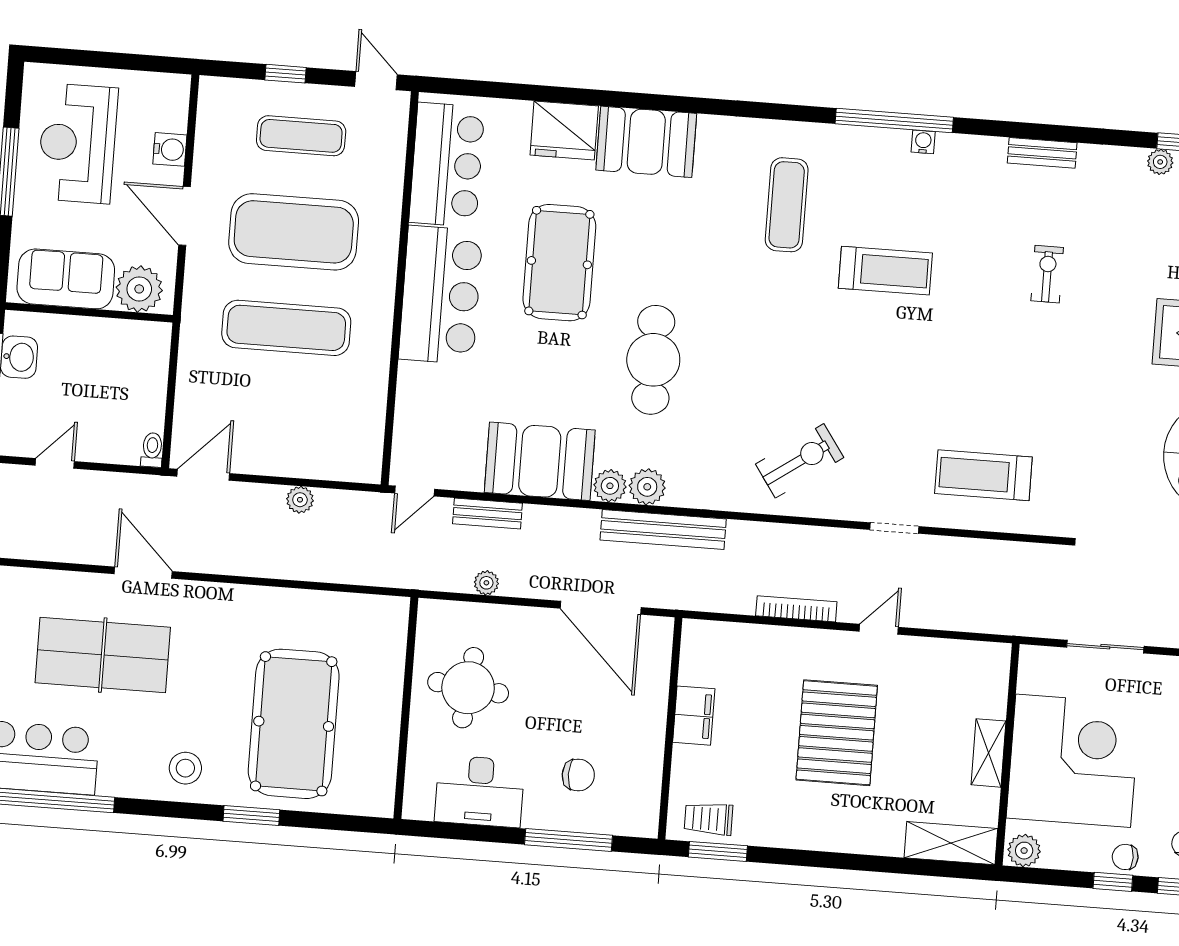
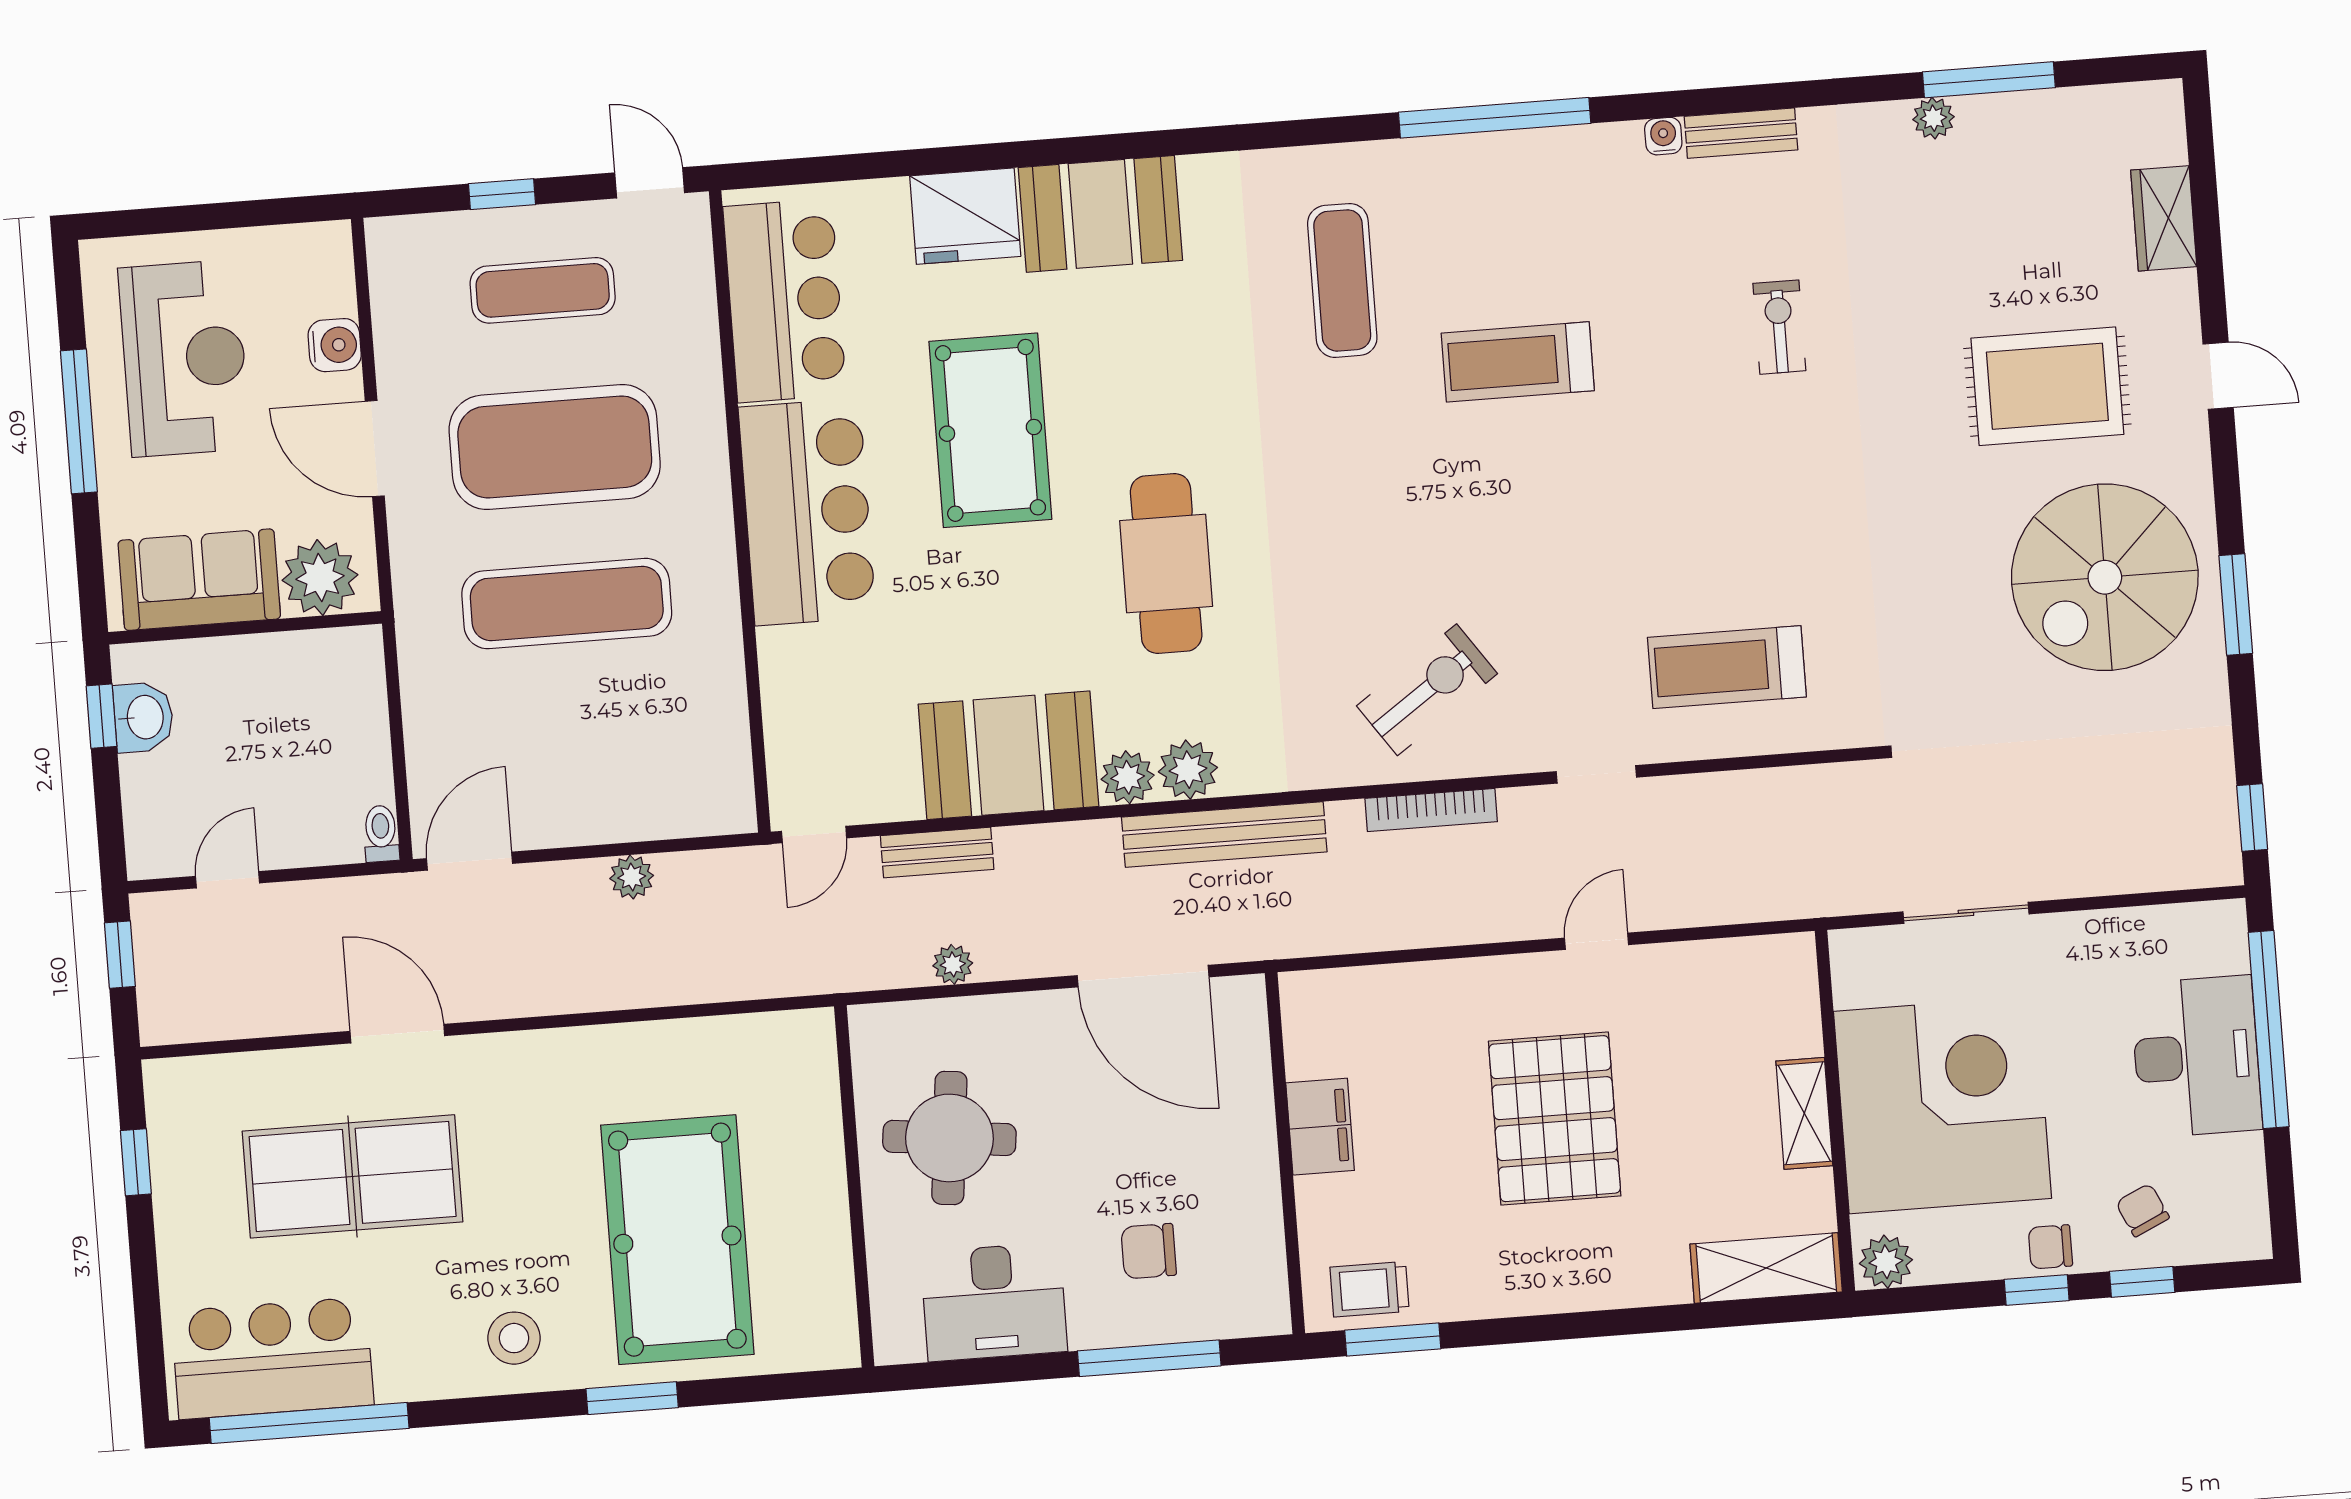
water cooler: (923, 142) -> (1663, 136), moved
reception desk: (77, 143) -> (184, 358), turned 180
treadmill: (885, 271) -> (1518, 362), turned 180
bookcase: (796, 609) -> (1431, 810), moved, turned 180
chair: (578, 775) -> (1149, 1251), turned 180

